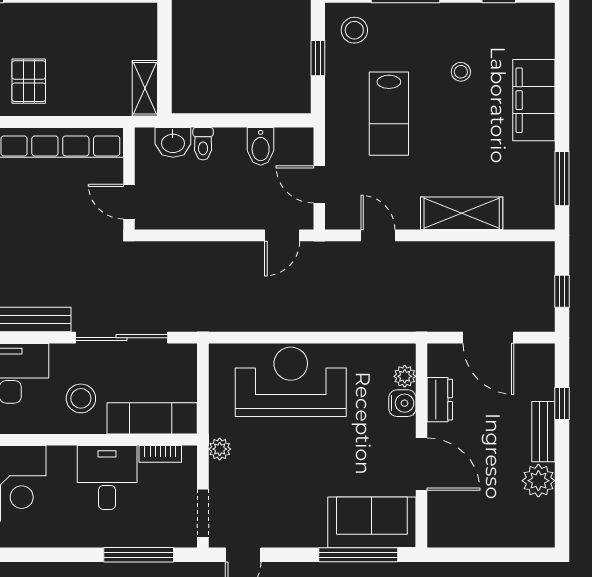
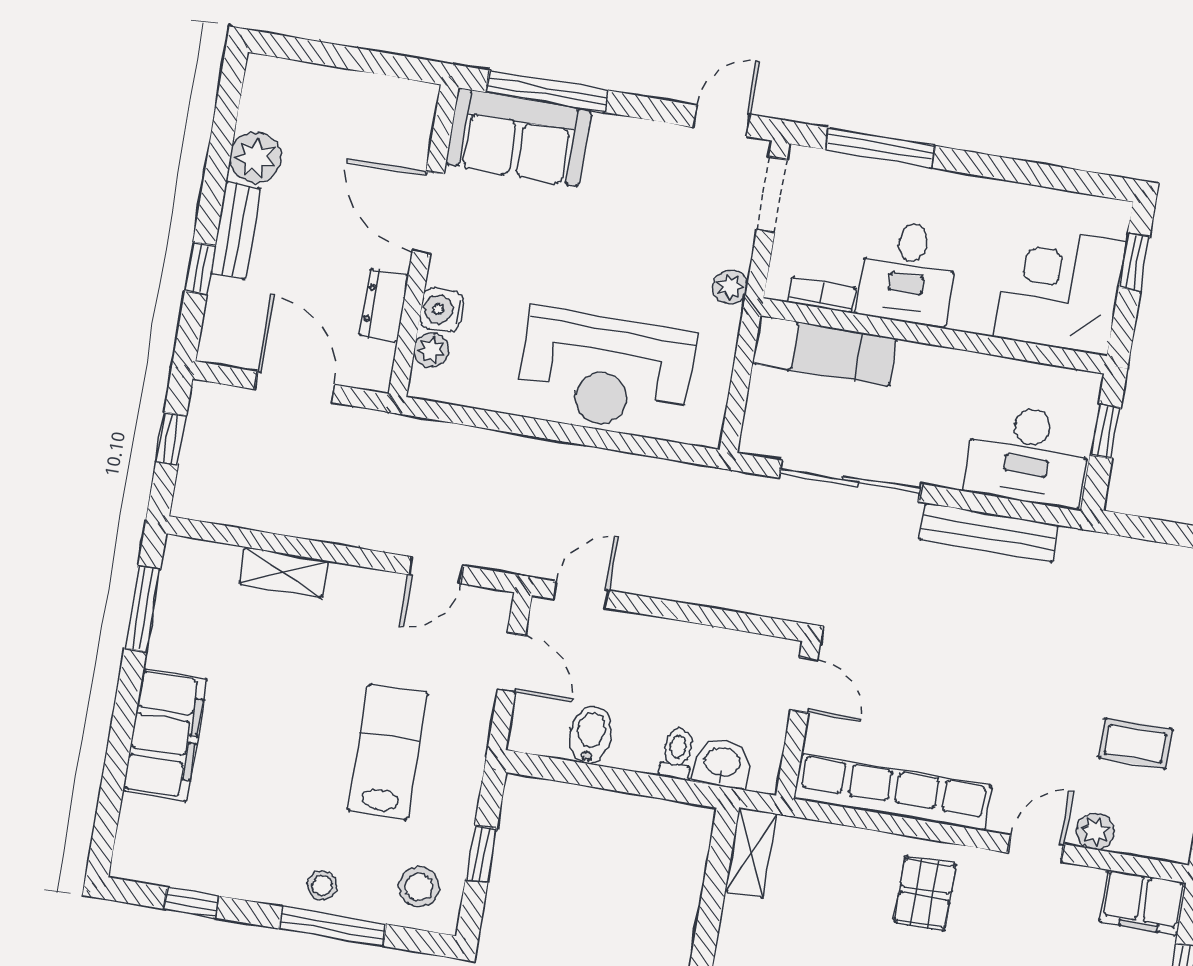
stool: (461, 72) -> (322, 885), moved
shelving: (462, 213) -> (284, 572), width x0.67, depth x0.75
door: (378, 235) -> (436, 570), hinge flipped
stool: (81, 398) -> (927, 399), removed

